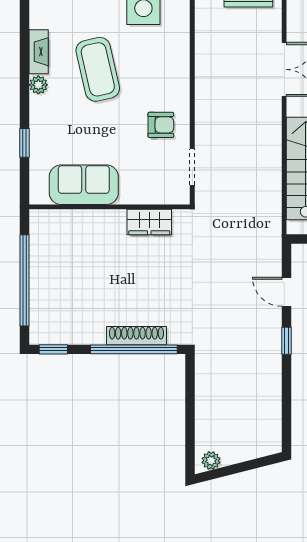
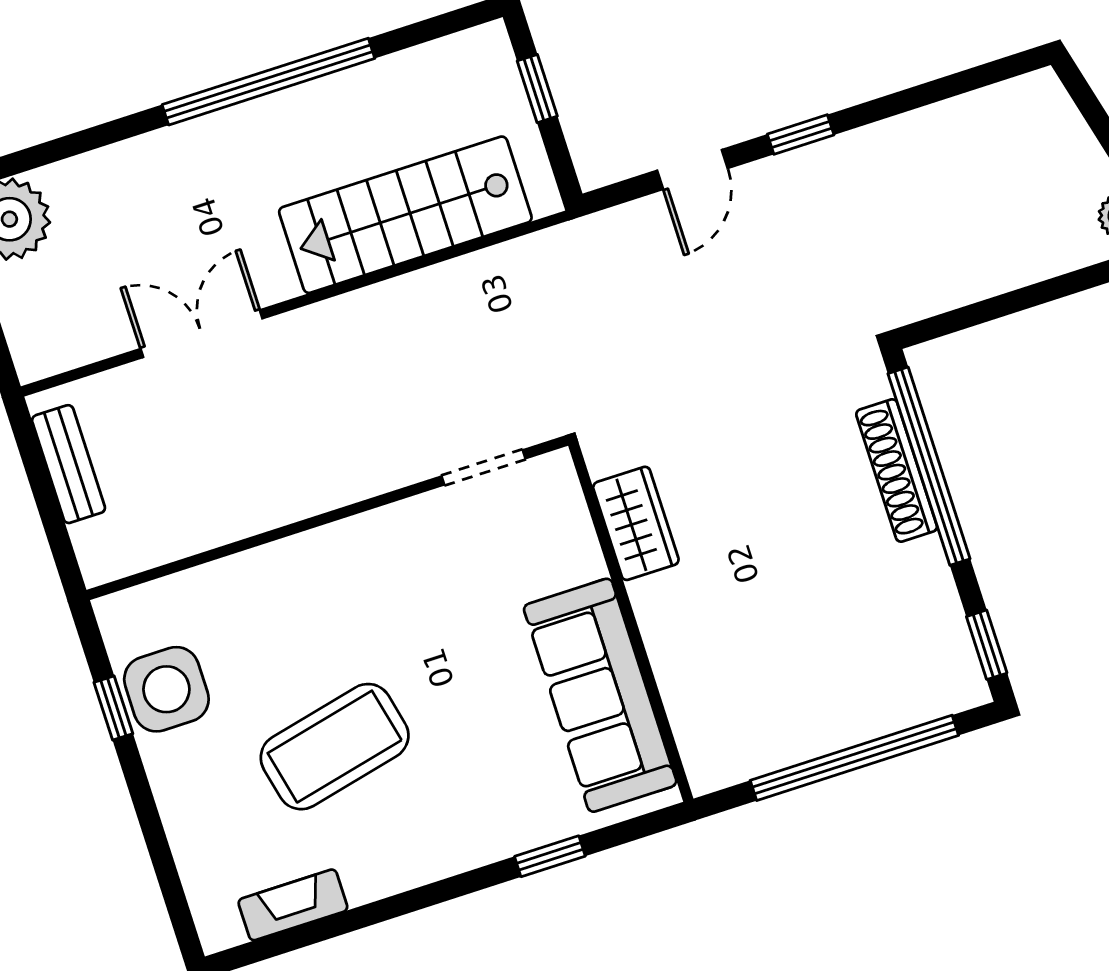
fireplace: (39, 52) -> (293, 905), moved
plant: (38, 85) -> (411, 867), removed
armchair: (161, 125) -> (412, 567), removed
sofa: (84, 185) -> (600, 695), width x1.36

